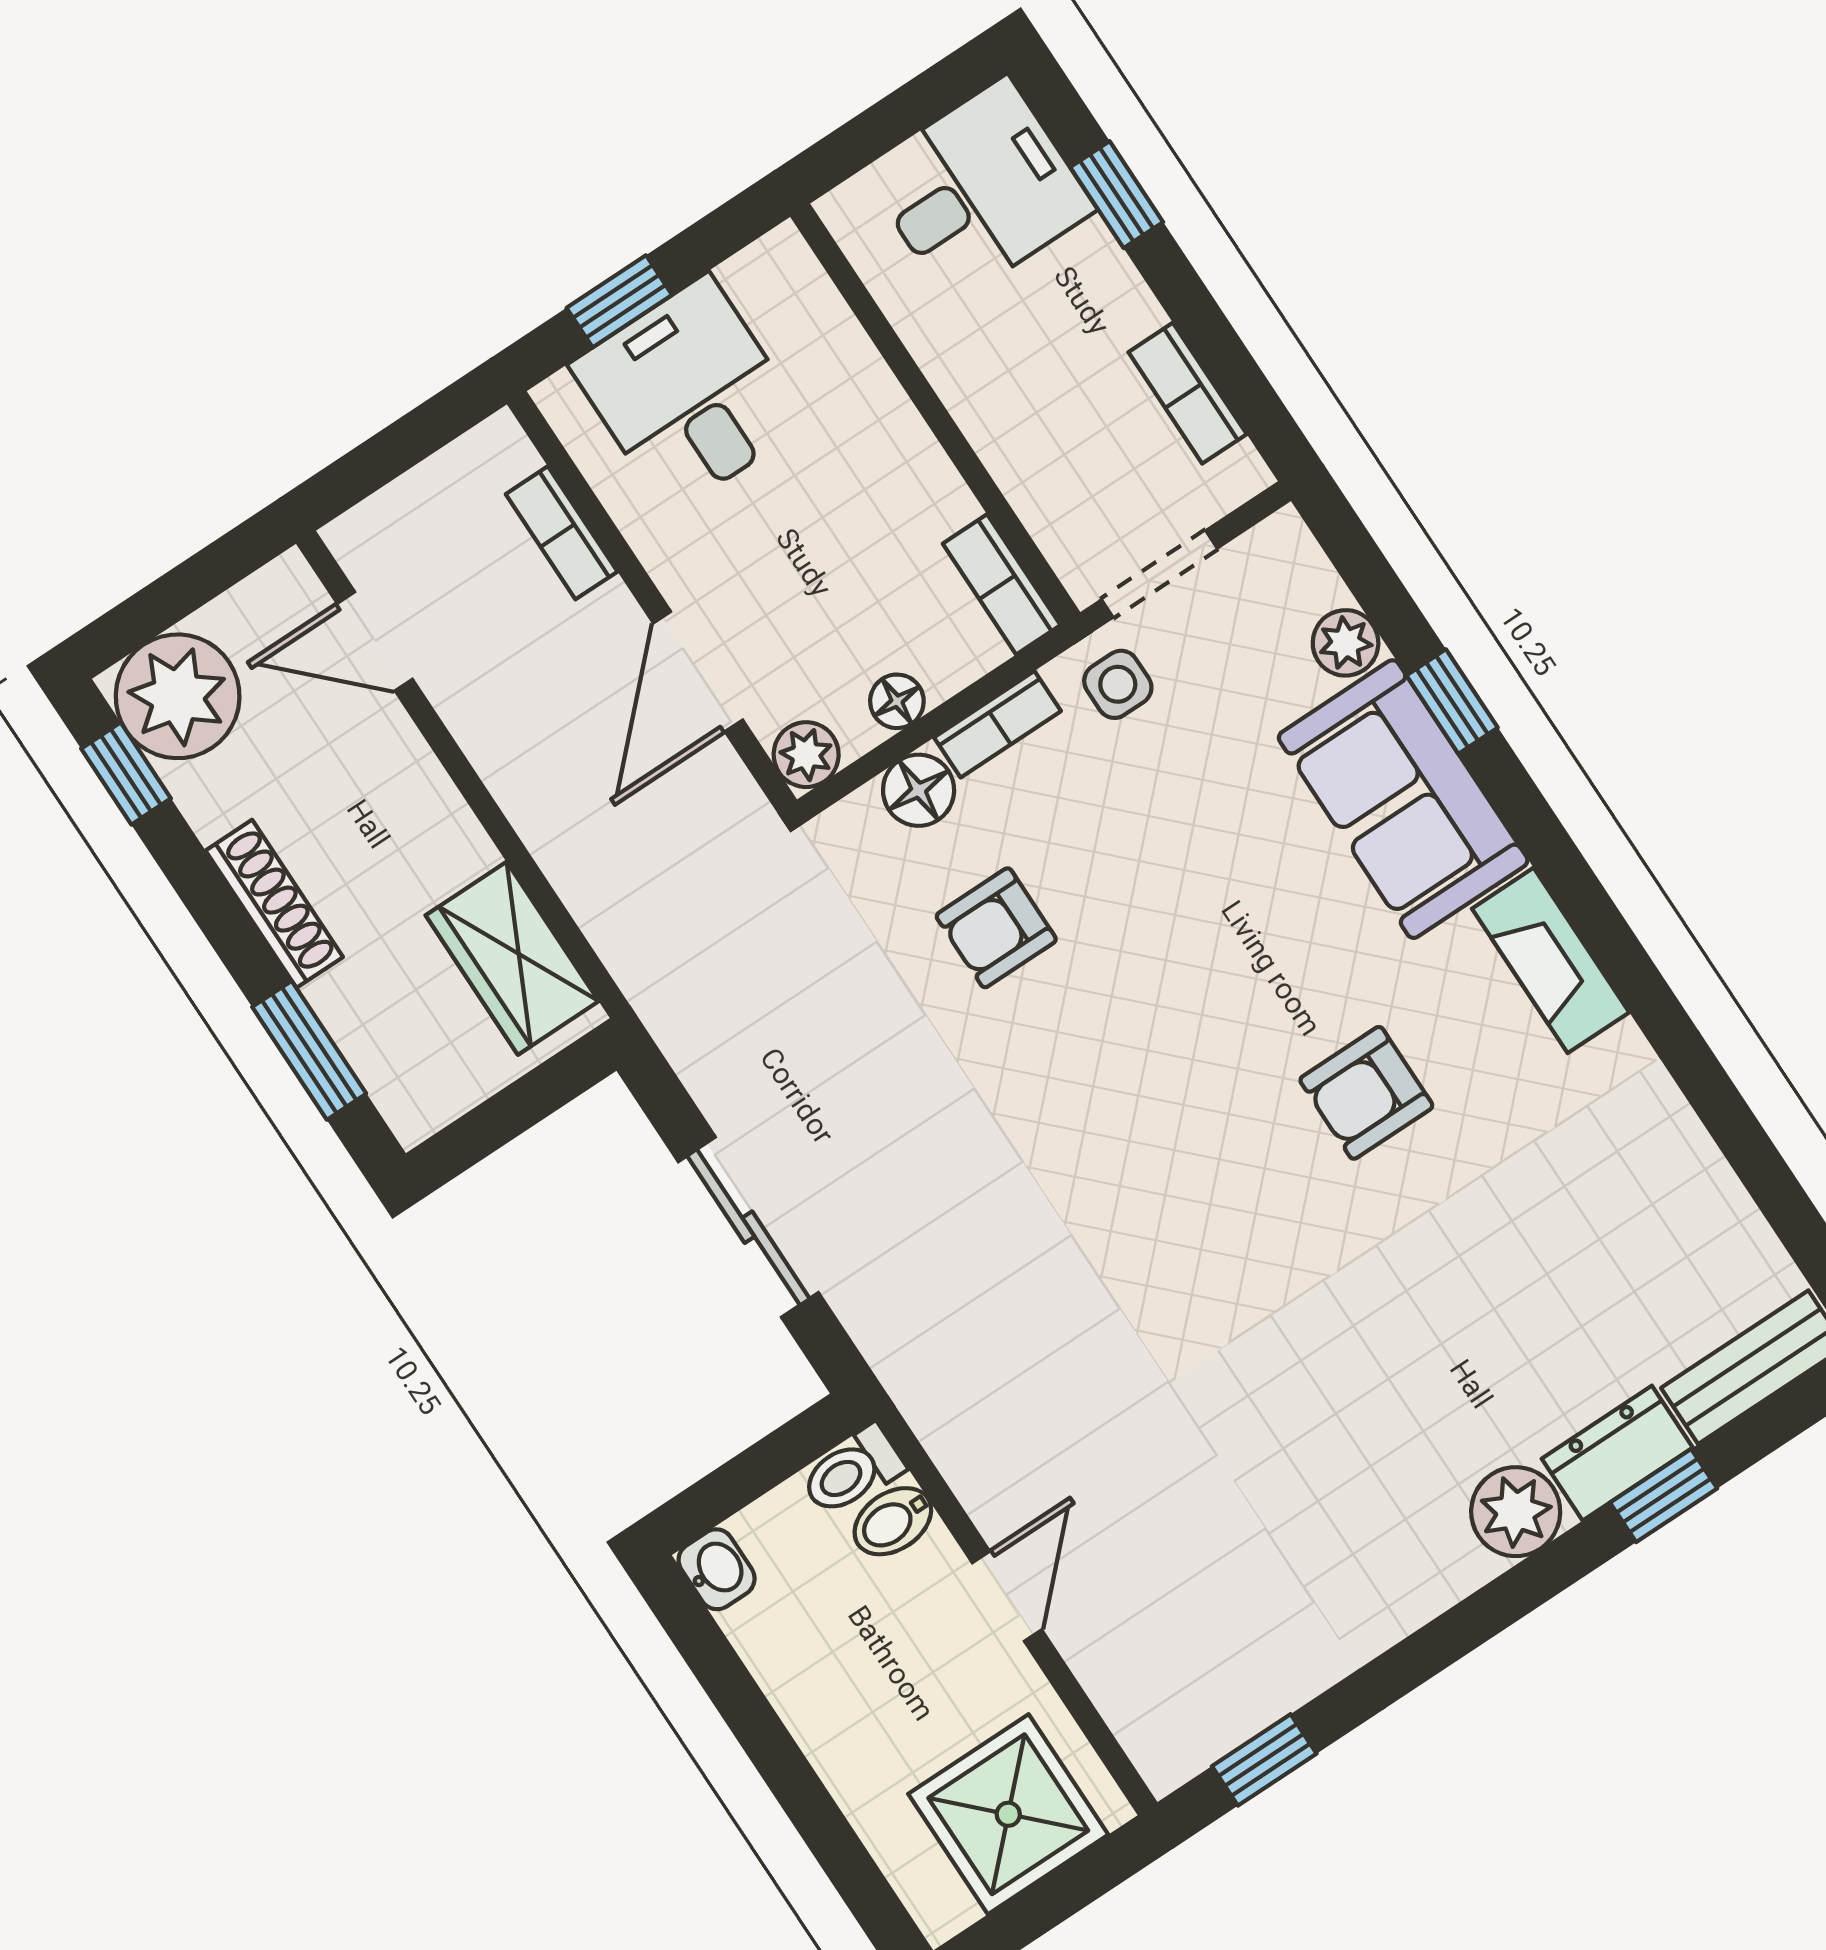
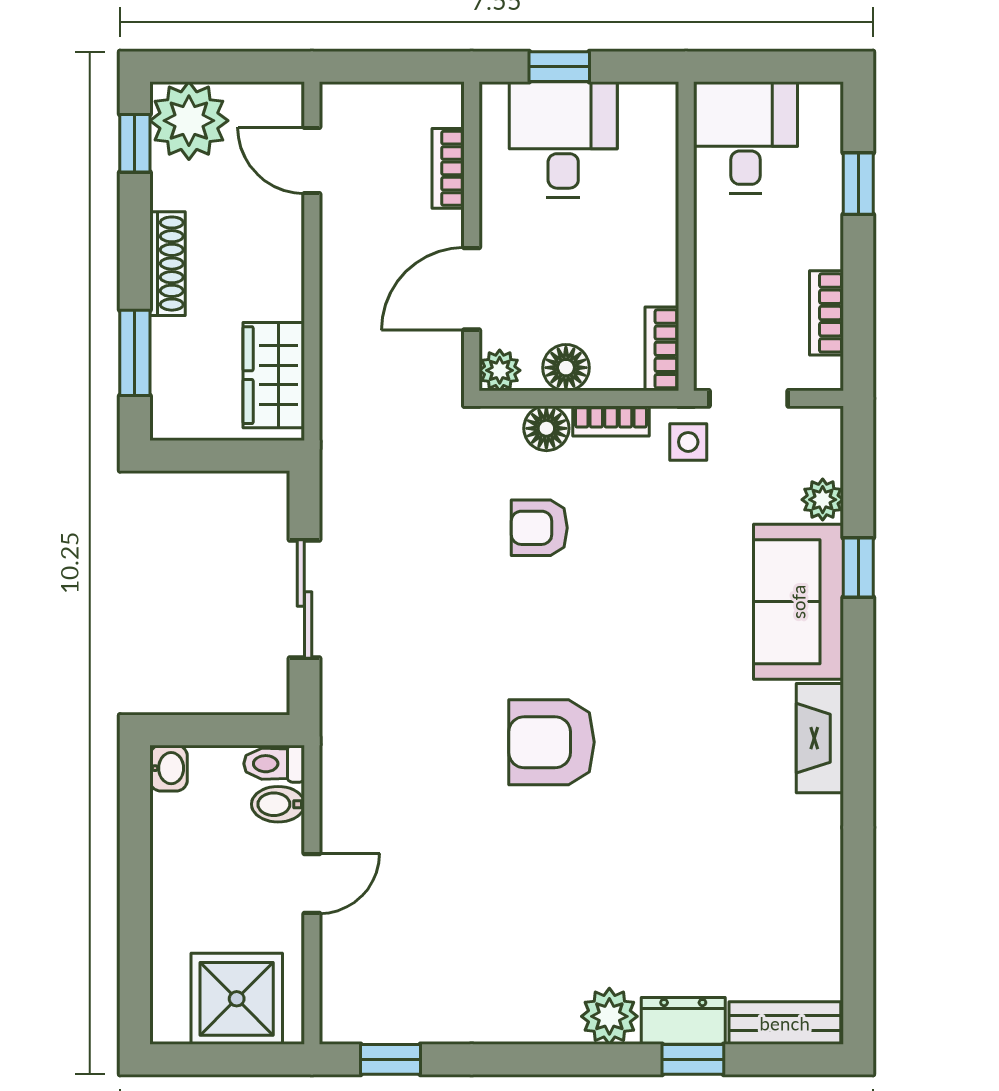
desk: (979, 190) -> (745, 137), moved, turned -90
floor lamp: (897, 701) -> (566, 368), width x1.37, depth x1.37
armchair: (1366, 1093) -> (551, 742), moved, width x1.38, depth x1.38

